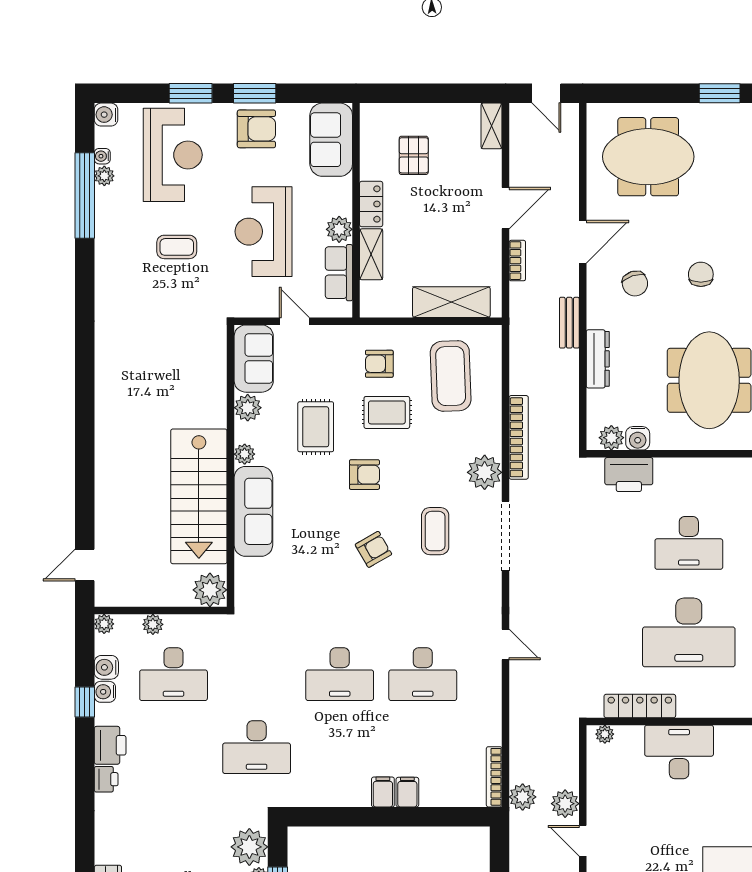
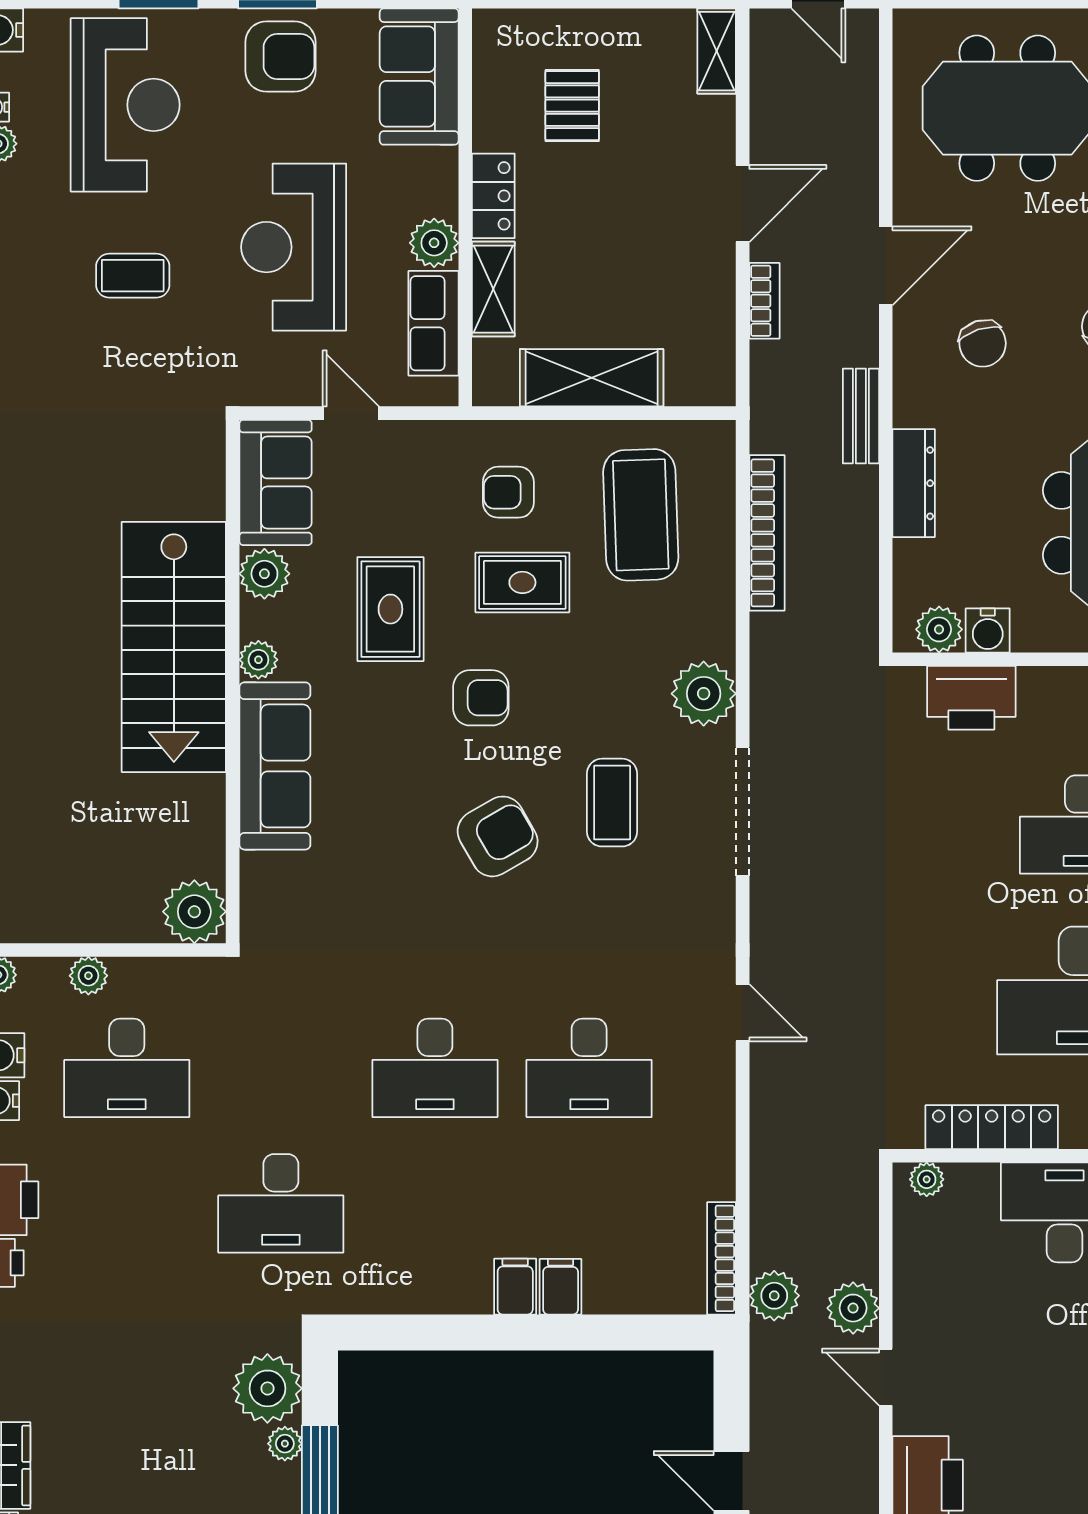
shelving: (451, 302) -> (592, 378), moved
bookcase: (519, 437) -> (767, 533), moved
stairs: (199, 496) -> (174, 647), moved
armchair: (373, 549) -> (498, 836), width x1.38, depth x1.38

